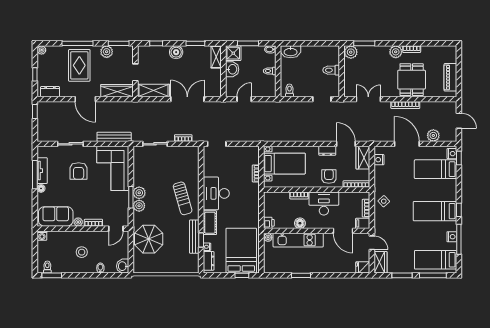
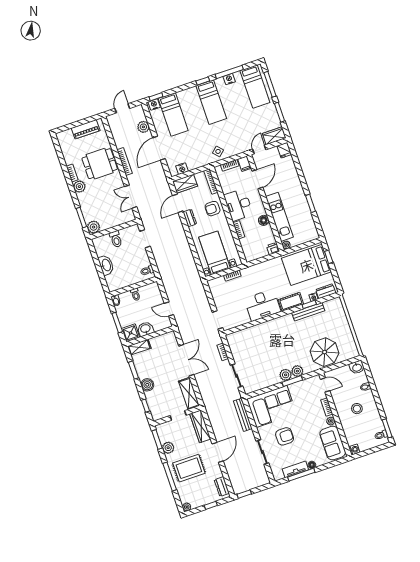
washbasin: (291, 52) -> (106, 265), moved
double door: (187, 99) -> (186, 360), swing flipped
sun lounger: (183, 198) -> (277, 334), removed

